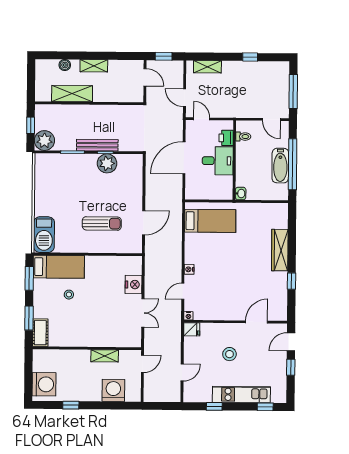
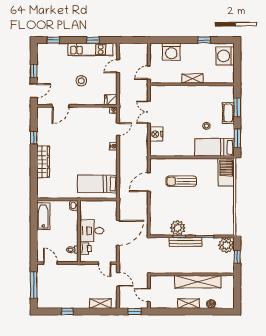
shelving: (72, 94) -> (198, 282), width x1.47
window: (293, 164) -> (34, 228), removed
bathtub: (280, 166) -> (43, 216), moved
cot: (40, 333) -> (228, 113), moved
shelving: (105, 356) -> (192, 79), moved
kitchen unit: (241, 394) -> (90, 50), moved

